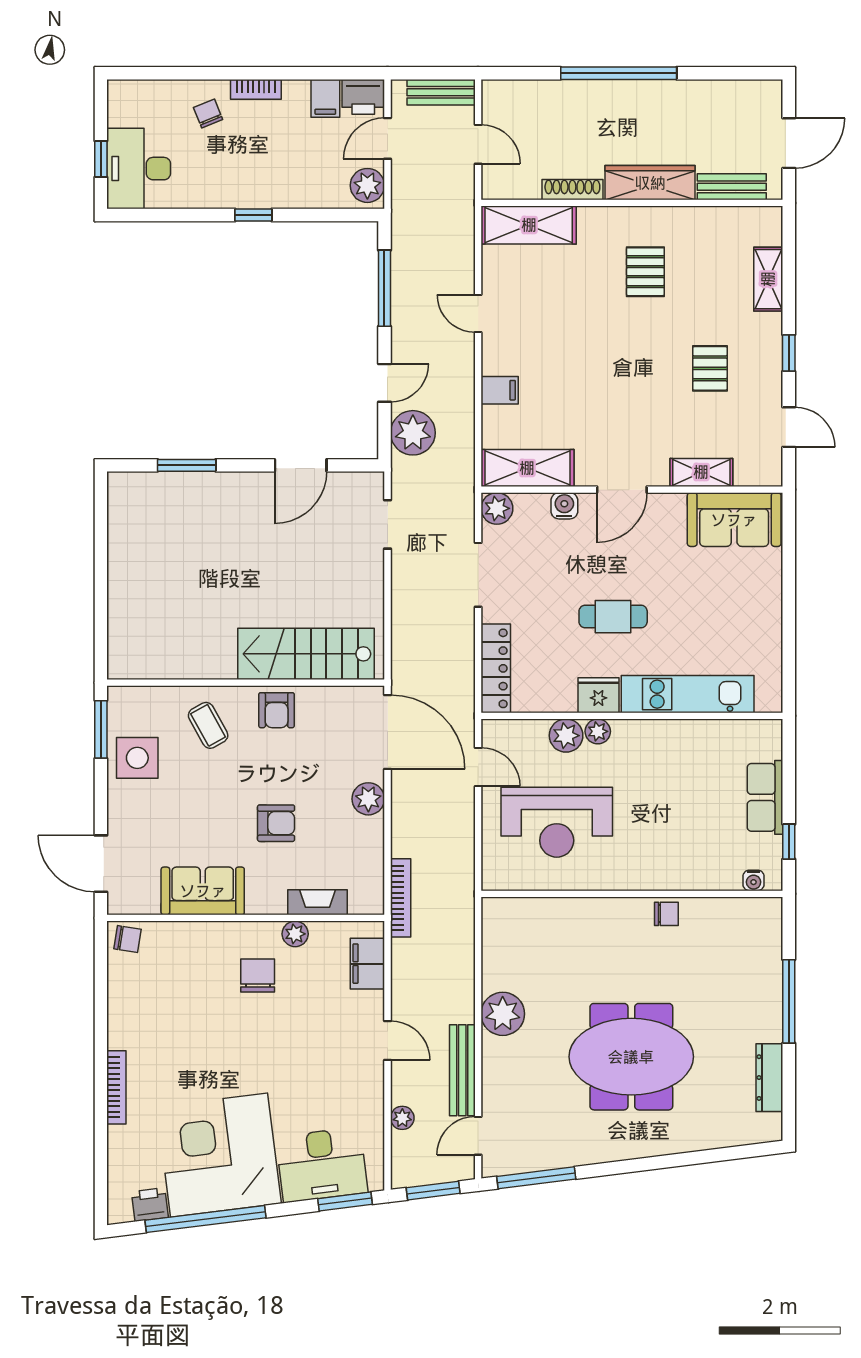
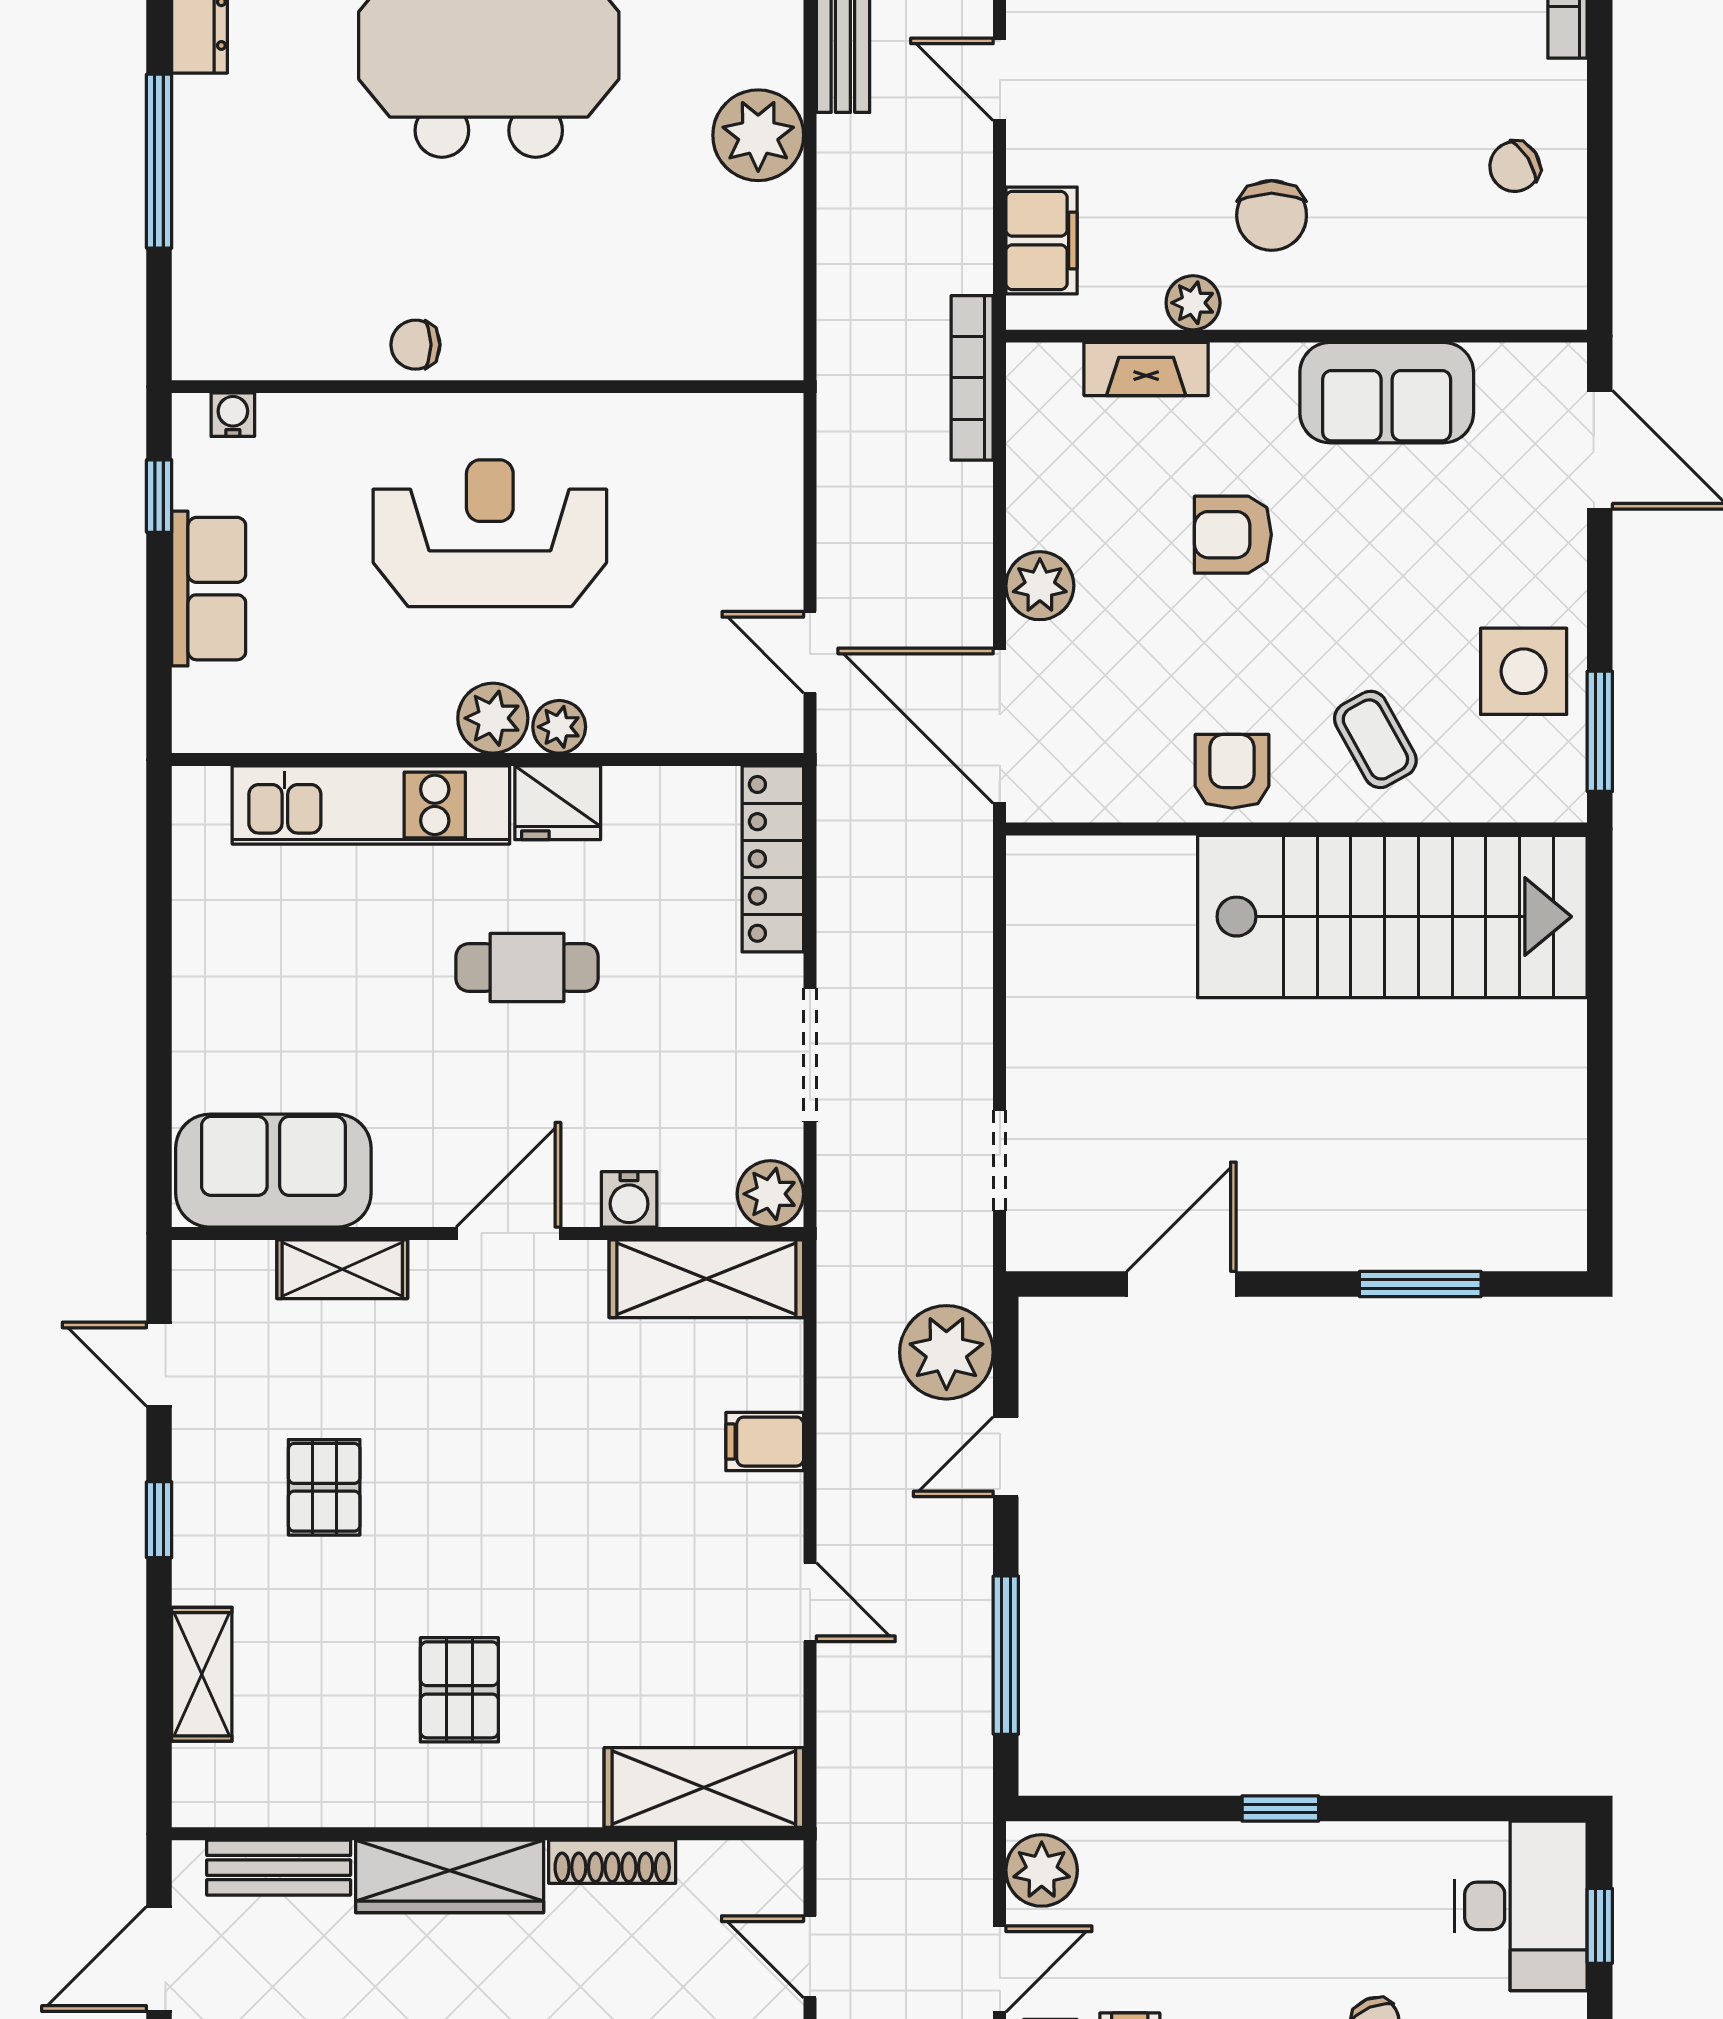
stairs: (306, 654) -> (1392, 917), moved, width x1.36, depth x1.51
plant: (566, 736) -> (493, 718), moved
reception desk: (557, 822) -> (490, 533), moved
chair: (128, 939) -> (1515, 167), moved, turned -41

